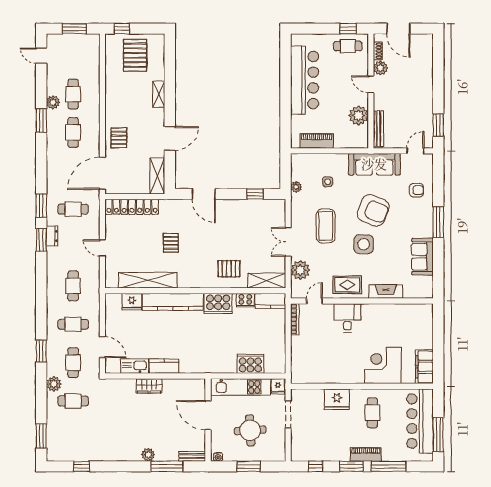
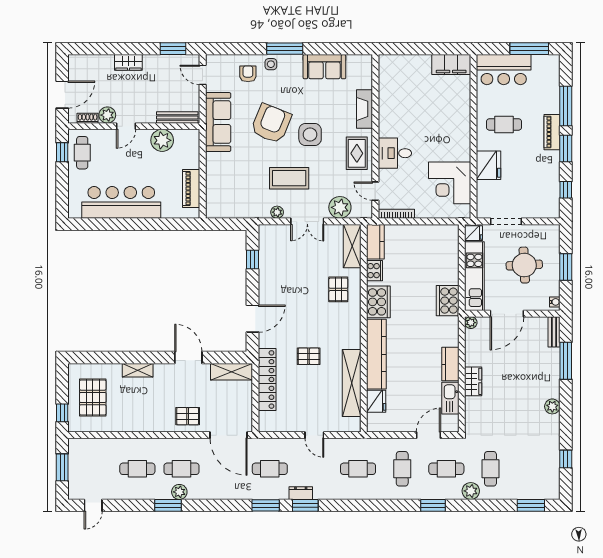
pallet: (135, 55) -> (93, 397), turned 90
wardrobe: (426, 86) -> (128, 62), added
plant: (53, 102) -> (179, 492), moved
side table: (328, 182) -> (271, 64), moved
plant: (296, 187) -> (277, 212), moved
locker: (132, 207) -> (267, 379), moved
cafe table: (73, 209) -> (270, 469), turned 90
door: (102, 248) -> (314, 435), hinge flipped
cooker: (250, 364) -> (448, 301), moved
corner desk: (383, 365) -> (450, 183), moved
plant: (200, 384) -> (471, 323), added
bar counter: (420, 421) -> (504, 70), width x0.73
plant: (148, 455) -> (552, 406), moved

